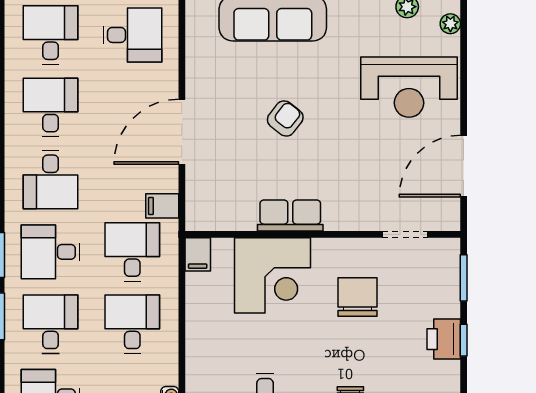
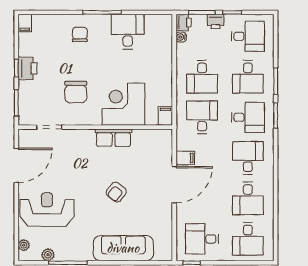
filing cabinet: (162, 206) -> (185, 158), moved
desk: (132, 252) -> (202, 117), turned 180

